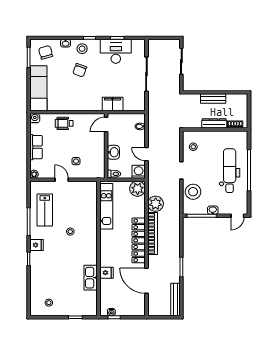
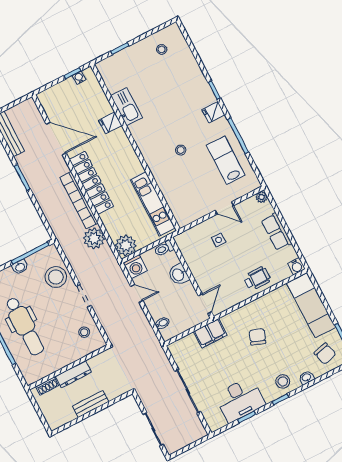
chair: (80, 70) -> (257, 337), moved

